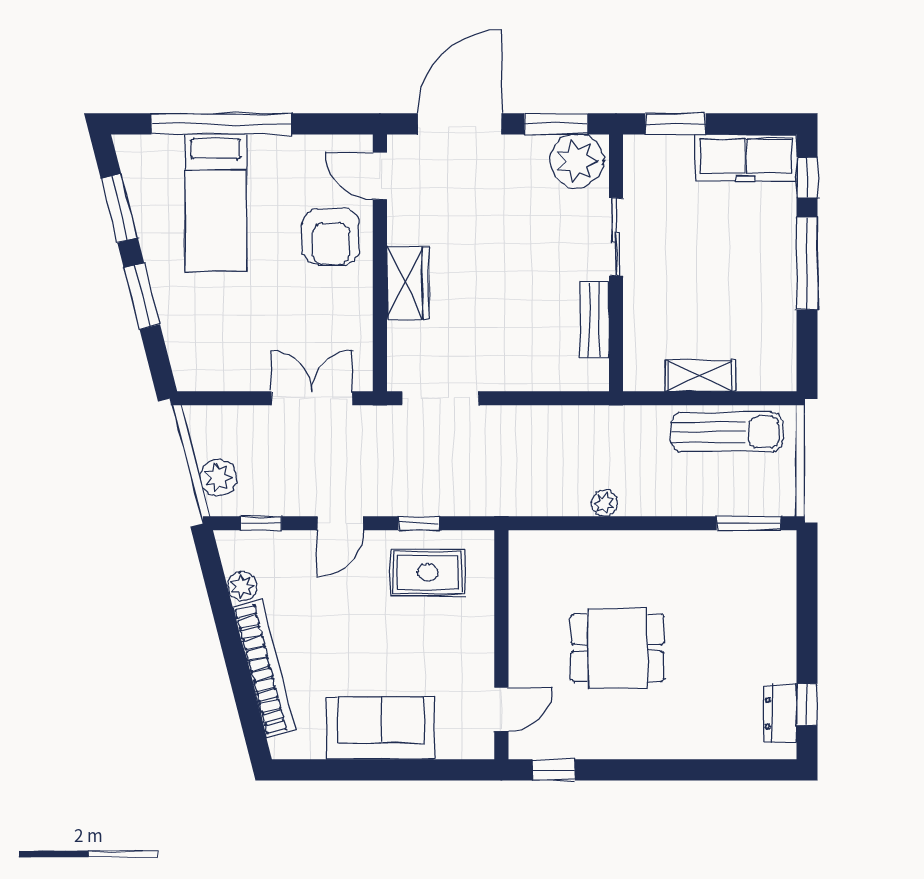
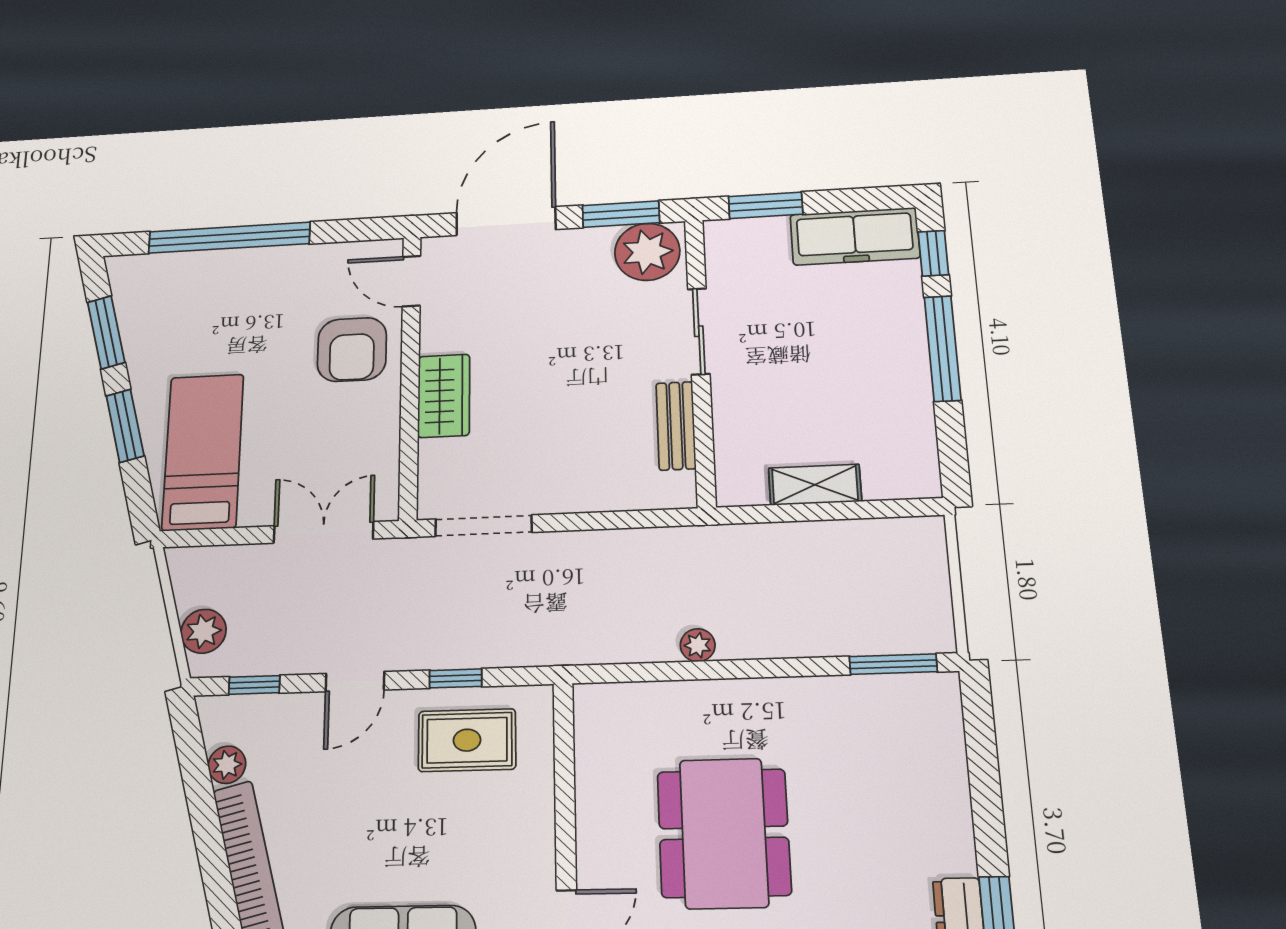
bed: (216, 203) -> (203, 452), moved, turned 180
sun lounger: (727, 432) -> (855, 551), removed
dining table: (617, 648) -> (724, 833), width x1.38

